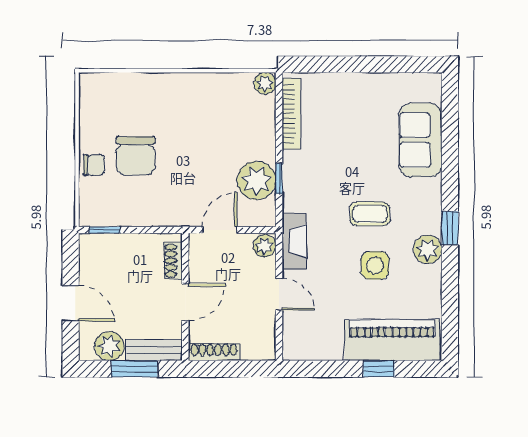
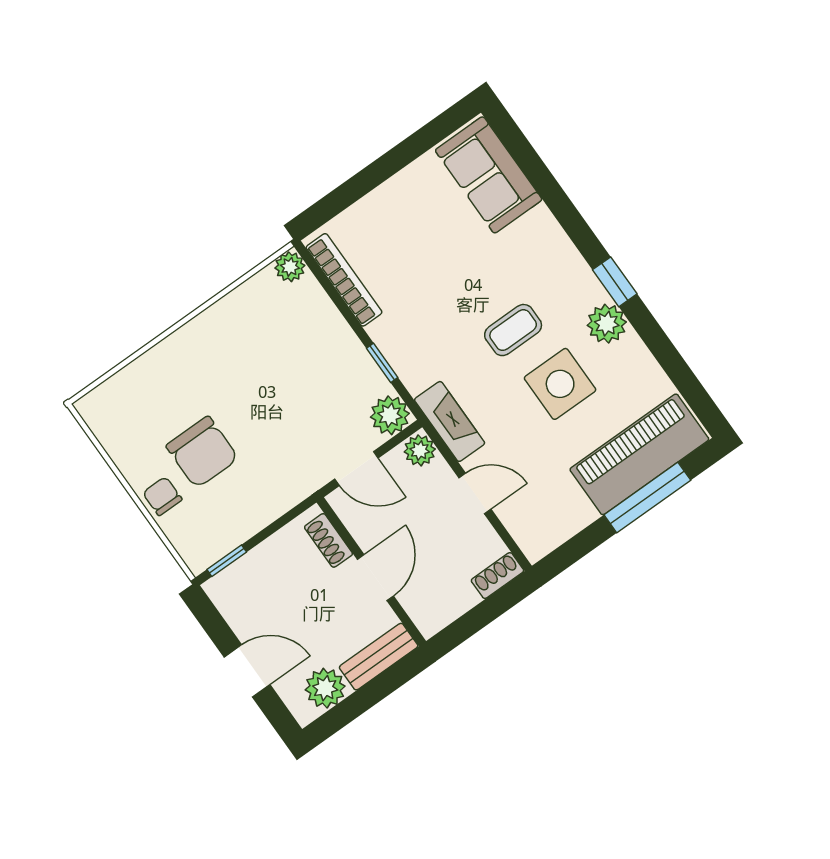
sofa: (420, 140) -> (489, 175), moved
chair: (94, 165) -> (162, 496), turned -90
plant: (256, 180) -> (390, 415), moved, width x0.73, depth x0.73
door: (220, 230) -> (356, 468), swing flipped
side table: (375, 265) -> (560, 384), width x1.37, depth x1.37
shoe rack: (214, 352) -> (497, 576), moved, width x0.70
window: (134, 369) -> (372, 693), removed
window: (379, 369) -> (647, 497), width x2.17

